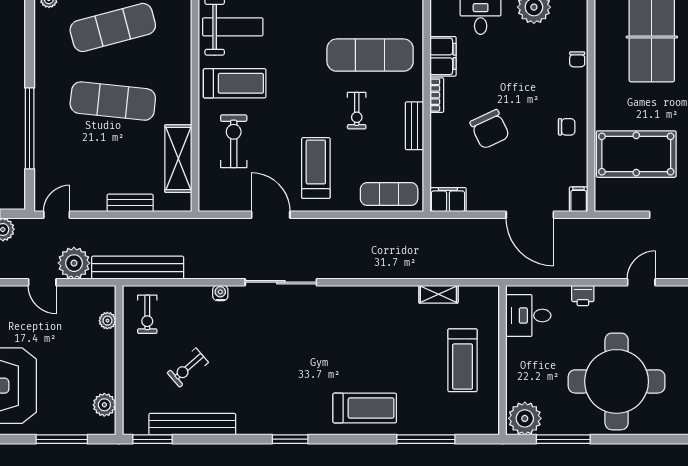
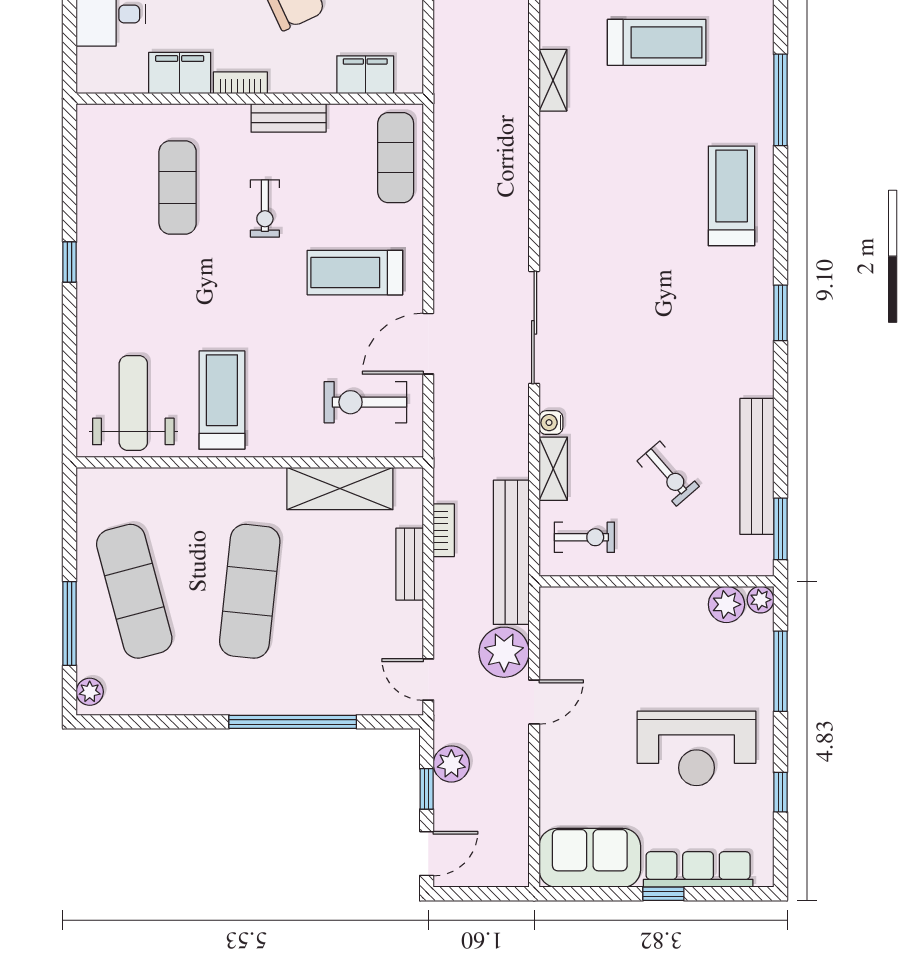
exercise mat: (370, 55) -> (178, 187), width x0.73, depth x0.69
exercise bike: (357, 111) -> (265, 208), turned 90
exercise bike: (234, 141) -> (365, 402), moved
filing cabinet: (448, 200) -> (365, 75), moved, turned 90
bookcase: (152, 225) -> (444, 530), added
shelving: (191, 294) -> (553, 469), added
plant: (107, 321) -> (760, 600), moved

